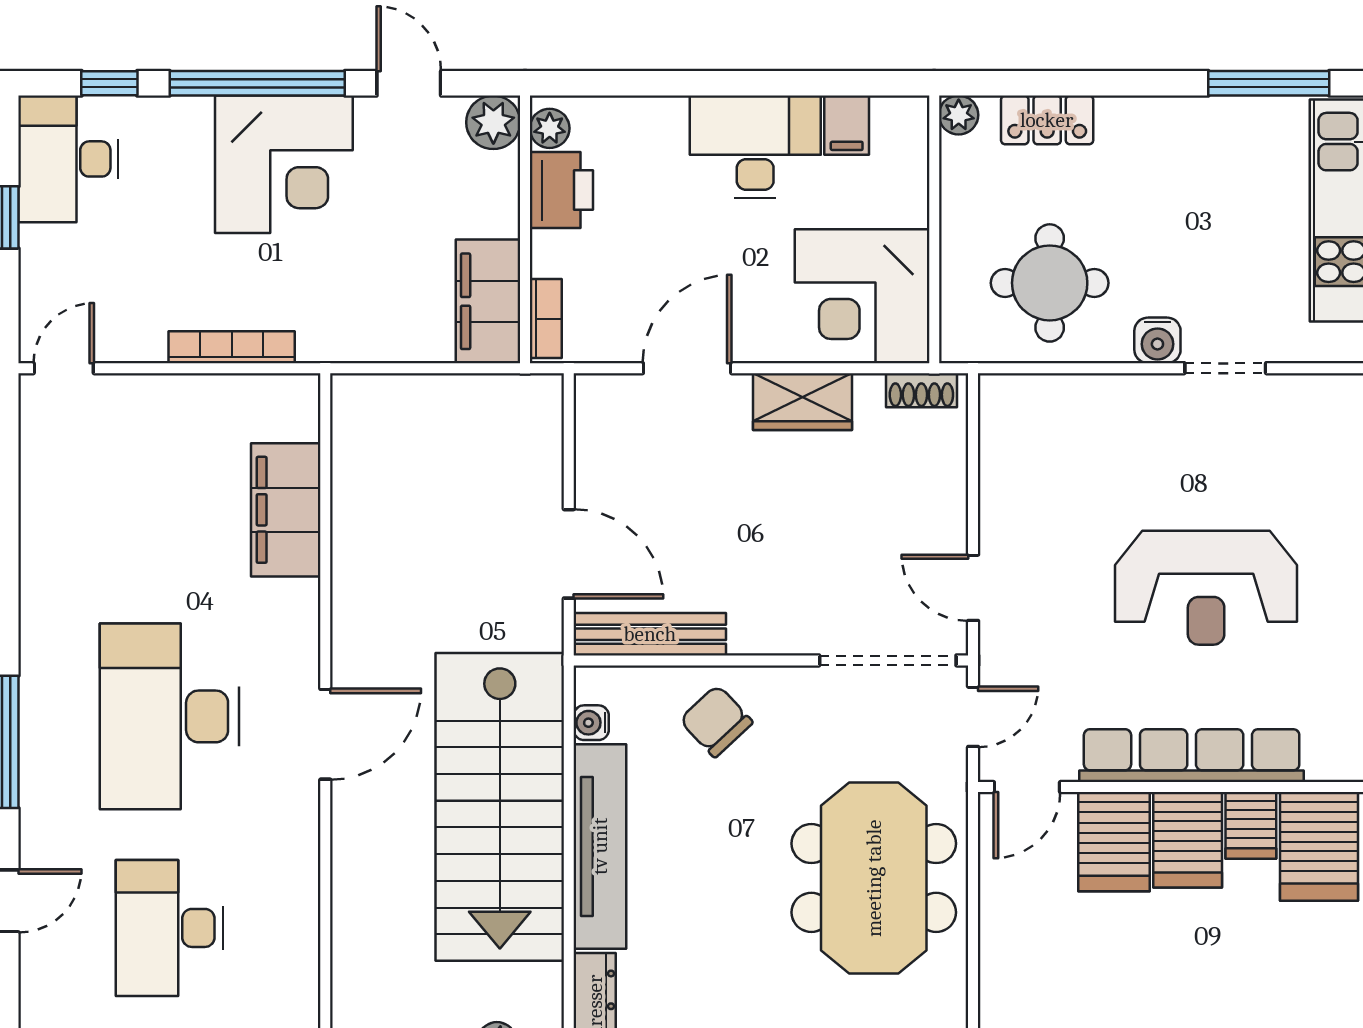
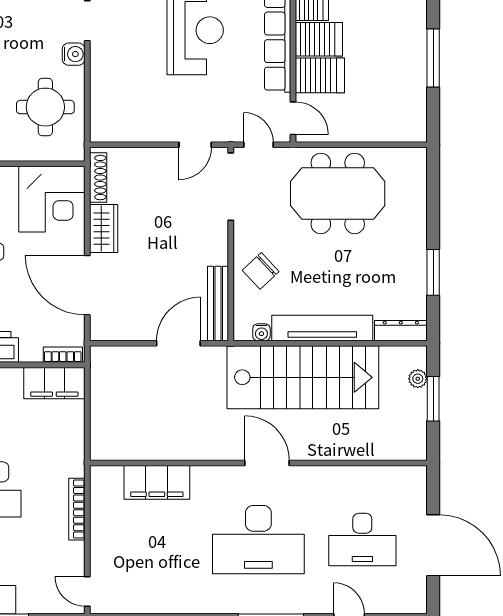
door: (687, 368) -> (87, 285), width x1.36
shoe rack: (921, 390) -> (98, 178), width x1.43

